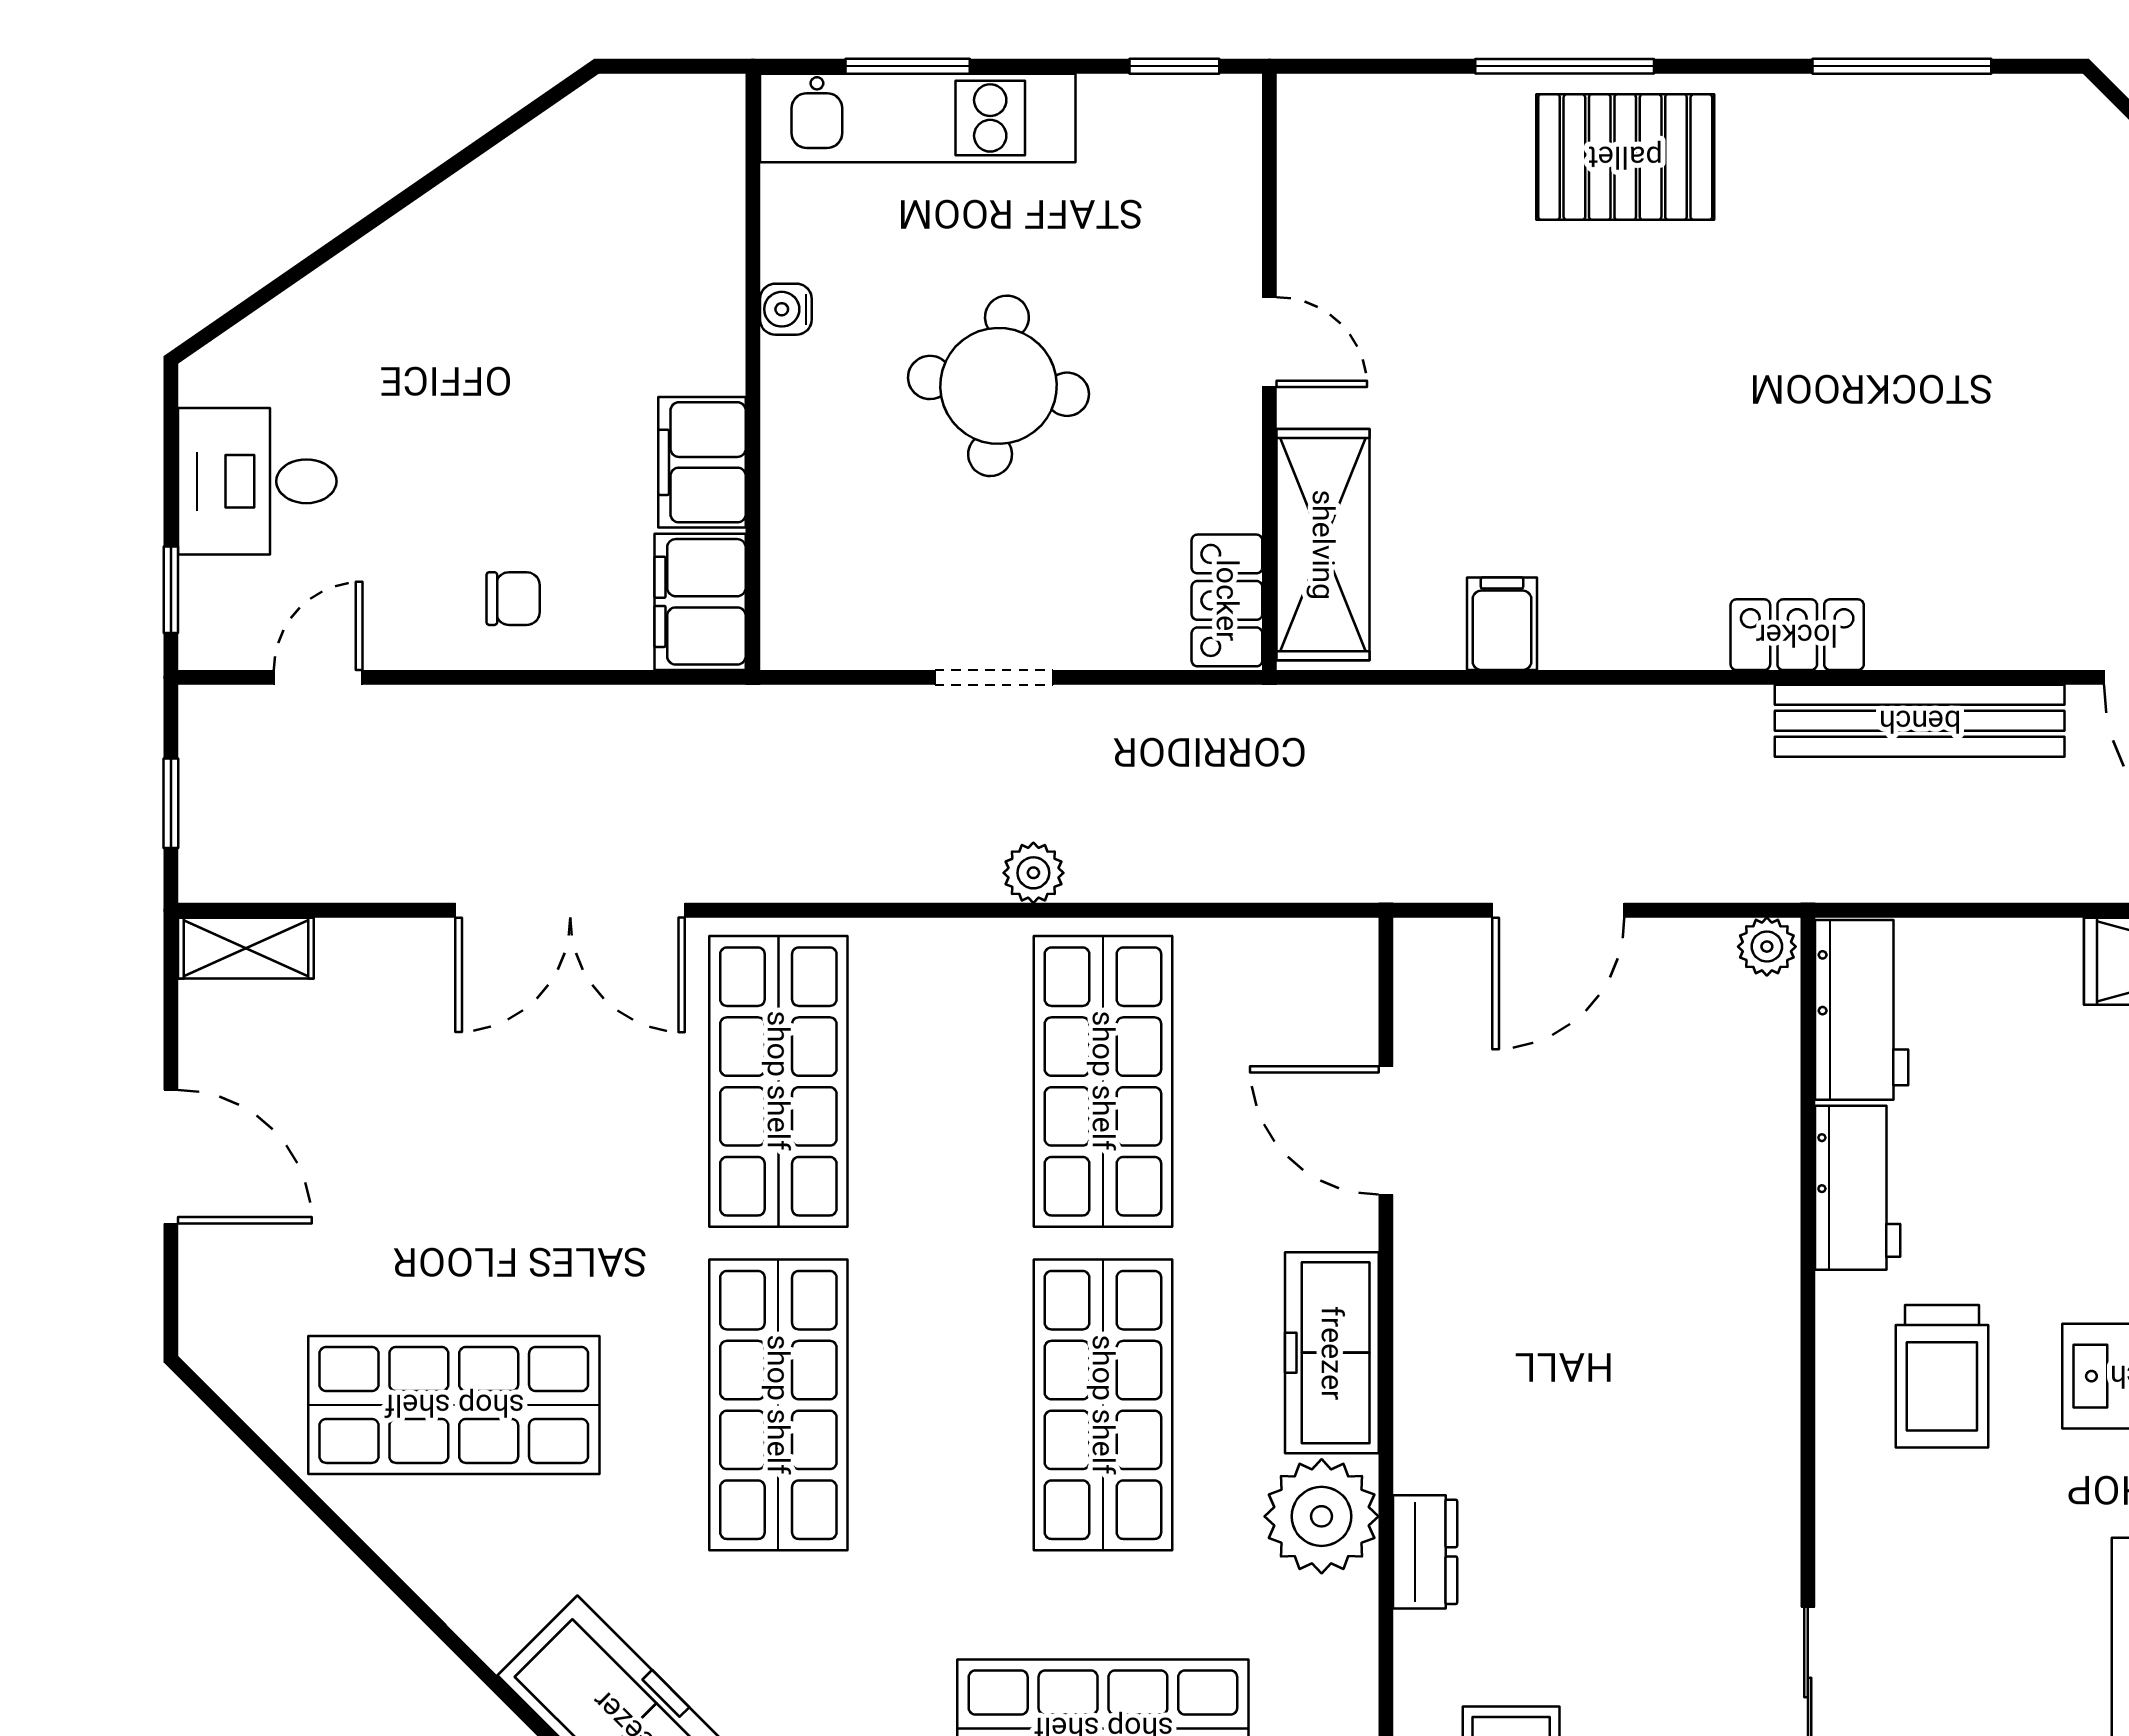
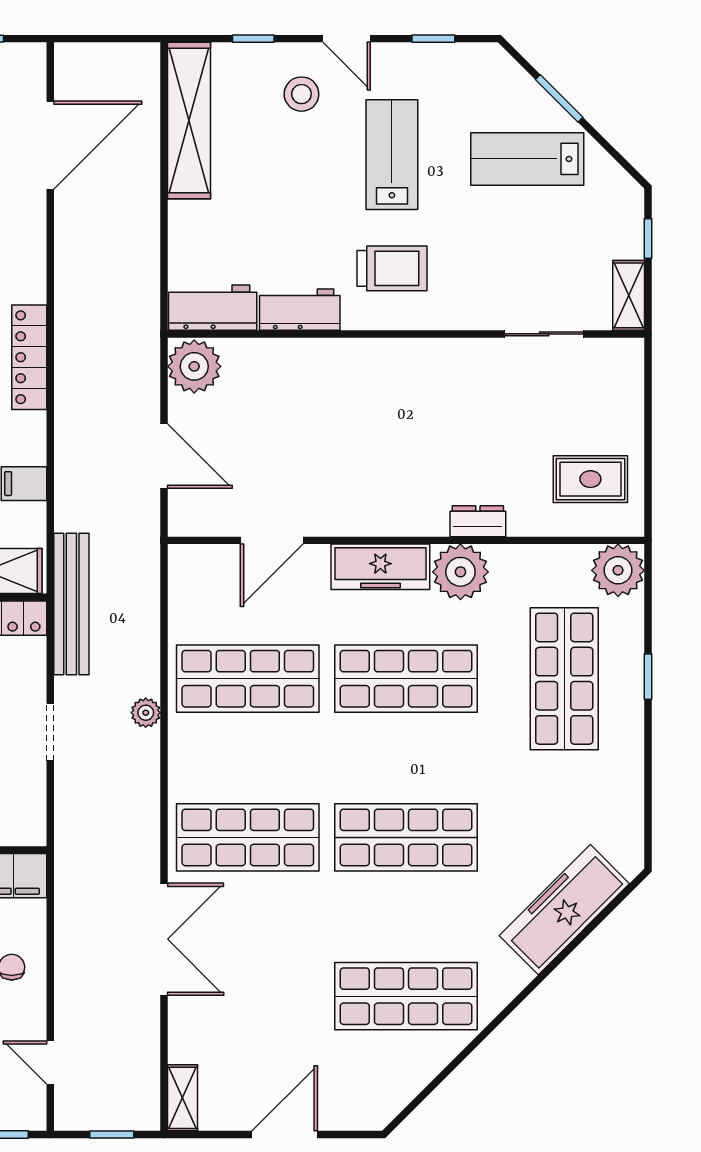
locker: (1797, 635) -> (29, 357), width x1.53
bench: (1920, 721) -> (71, 604), moved
plant: (1767, 947) -> (194, 366), width x1.88, depth x1.88
shop shelf: (454, 1405) -> (406, 996), turned 90

